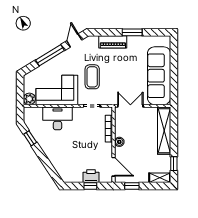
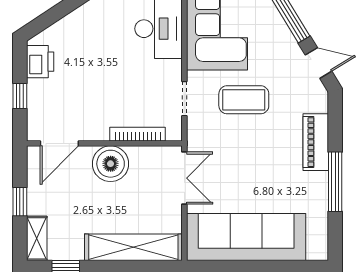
window: (132, 32) -> (335, 182), width x1.44
boiler: (119, 142) -> (111, 164), width x1.86, depth x1.86
printer: (91, 176) -> (40, 62), moved
window: (132, 186) -> (20, 202), moved

